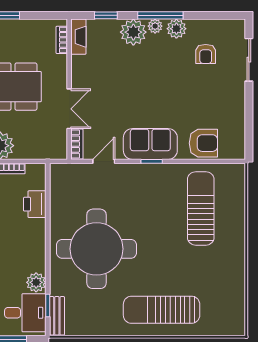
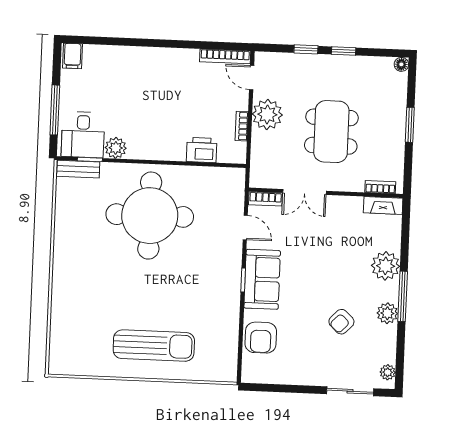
window: (106, 15) -> (405, 237), removed
plant: (155, 26) -> (388, 372), moved
armchair: (206, 54) -> (341, 322), moved, turned -46
sun lounger: (201, 208) -> (154, 346), moved
sun lounger: (162, 310) -> (80, 284), removed

